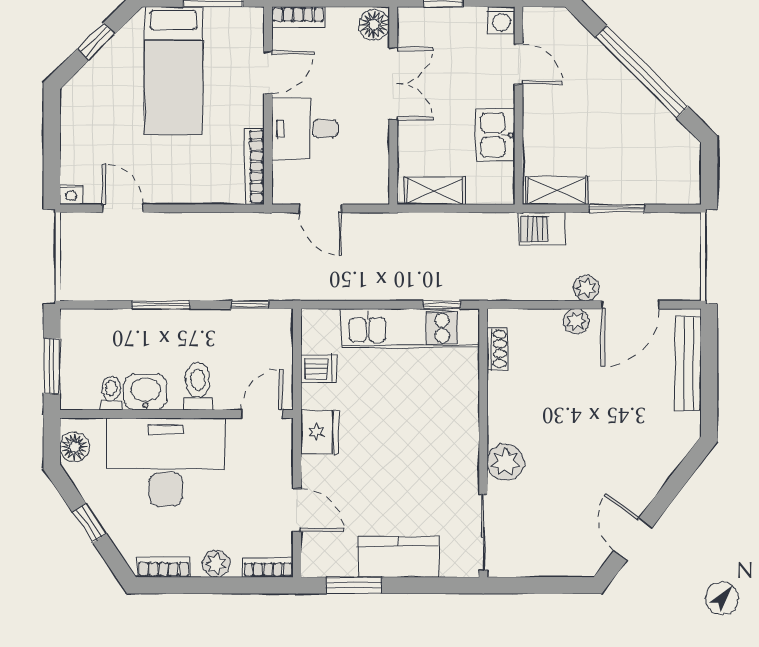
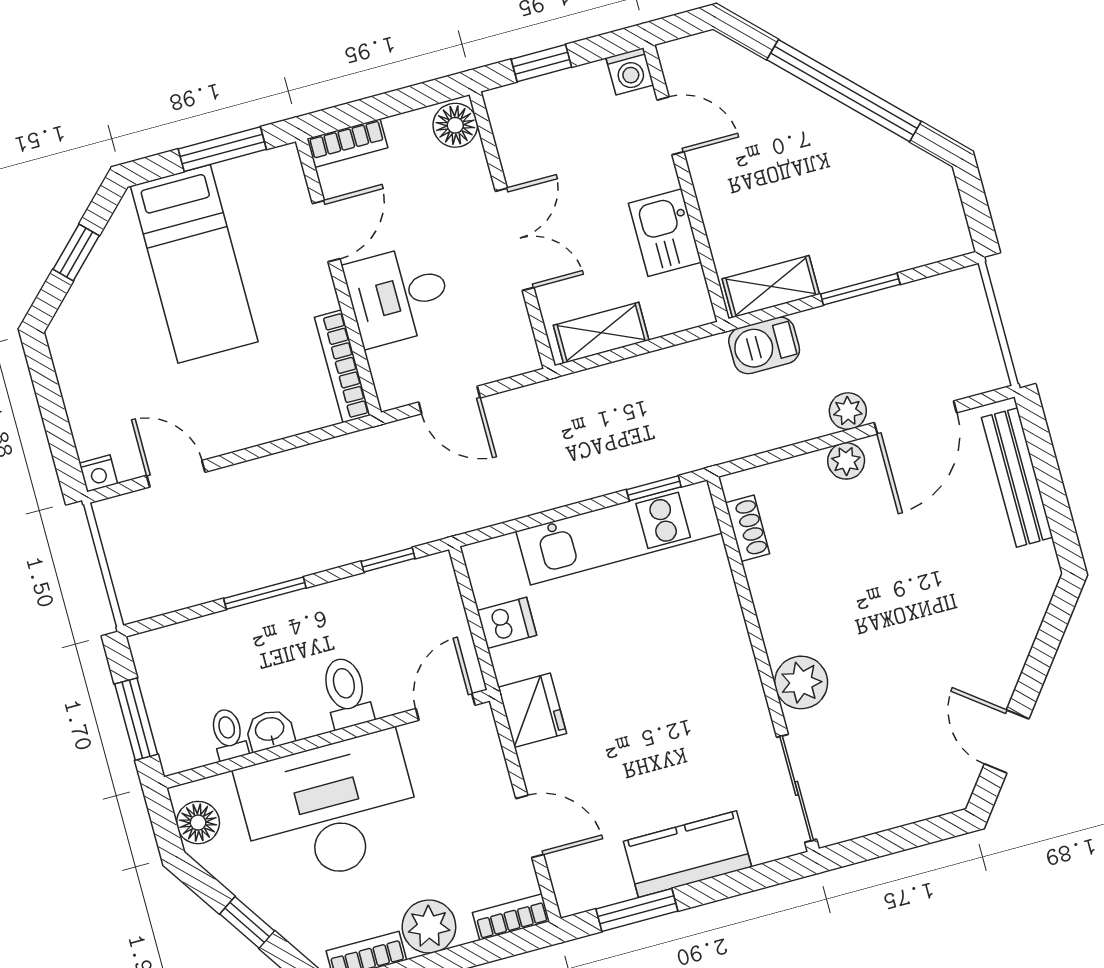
double door: (393, 84) -> (515, 239), moved
washbasin: (146, 392) -> (270, 730), width x0.72, depth x0.69
plant: (216, 564) -> (429, 927), width x1.38, depth x1.38

